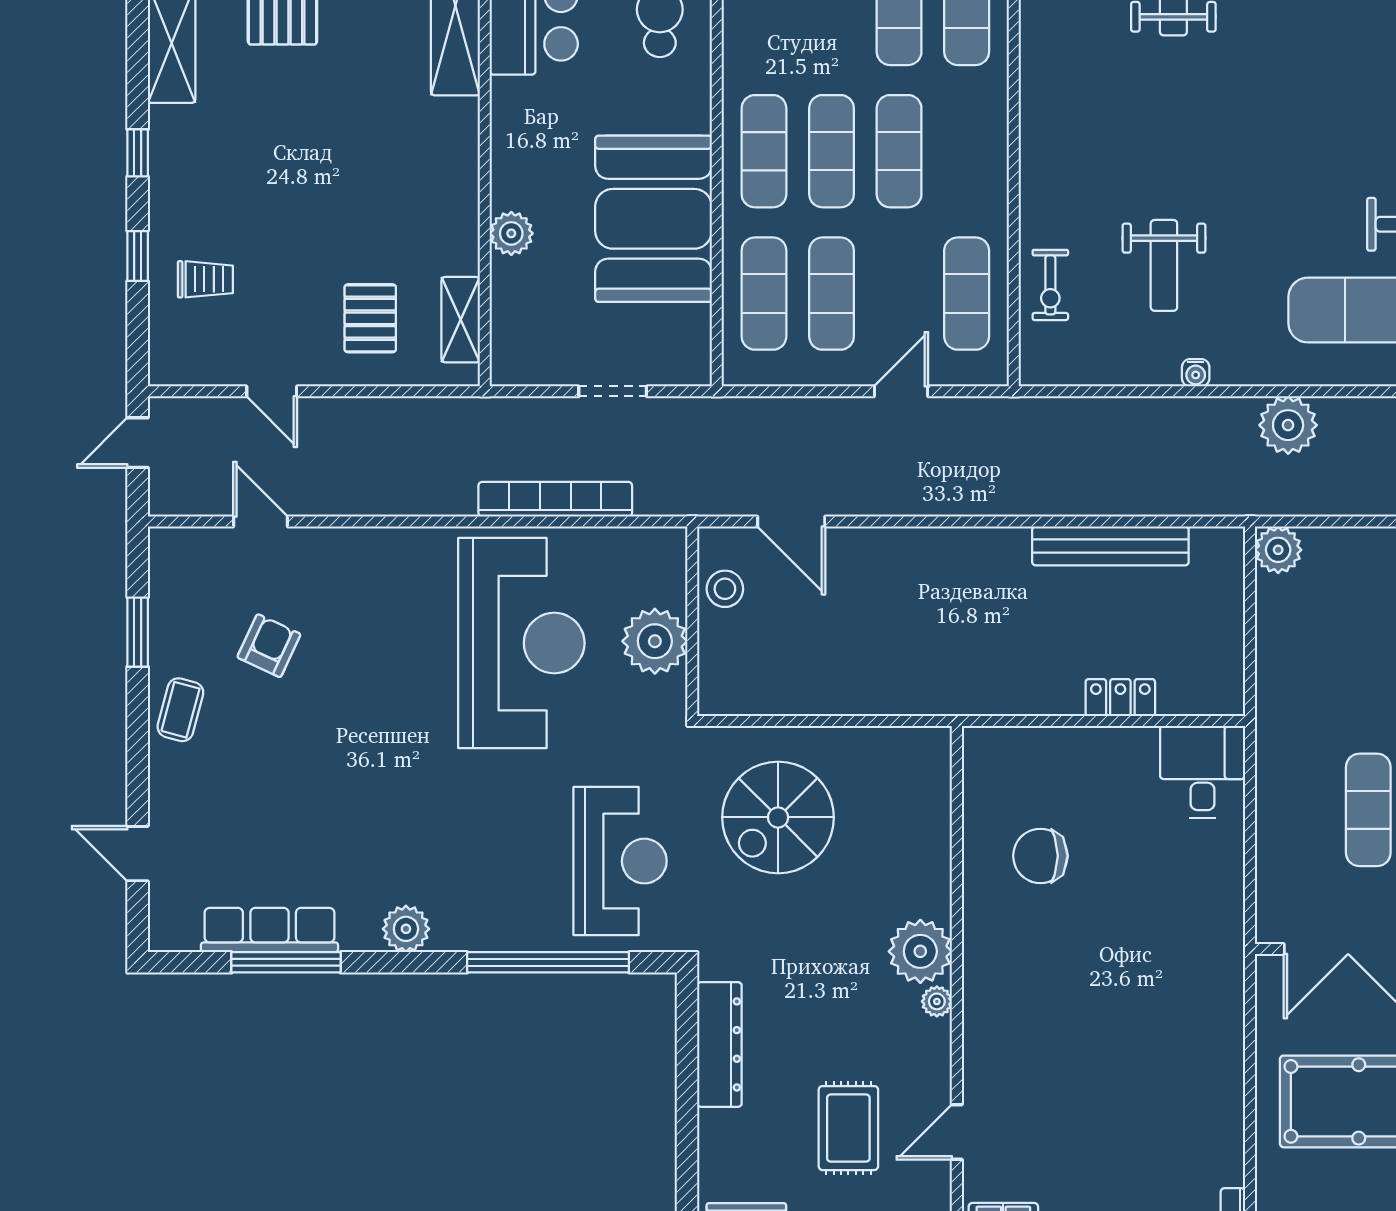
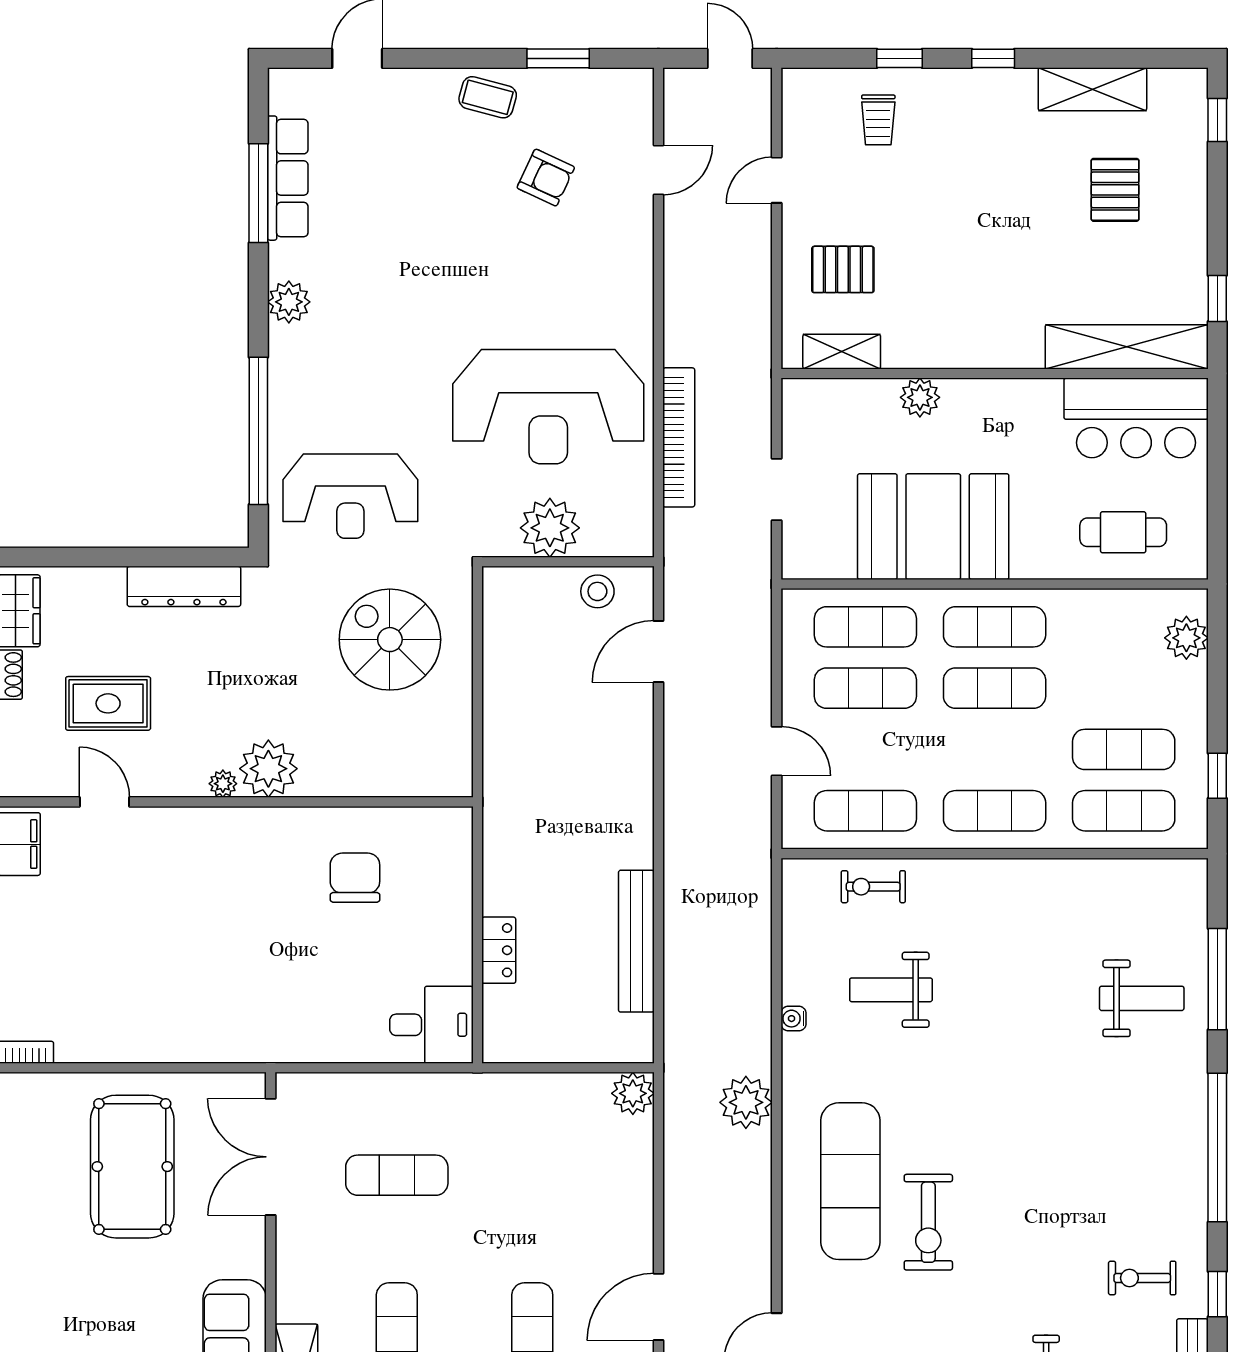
exercise mat: (899, 151) -> (995, 811), moved

